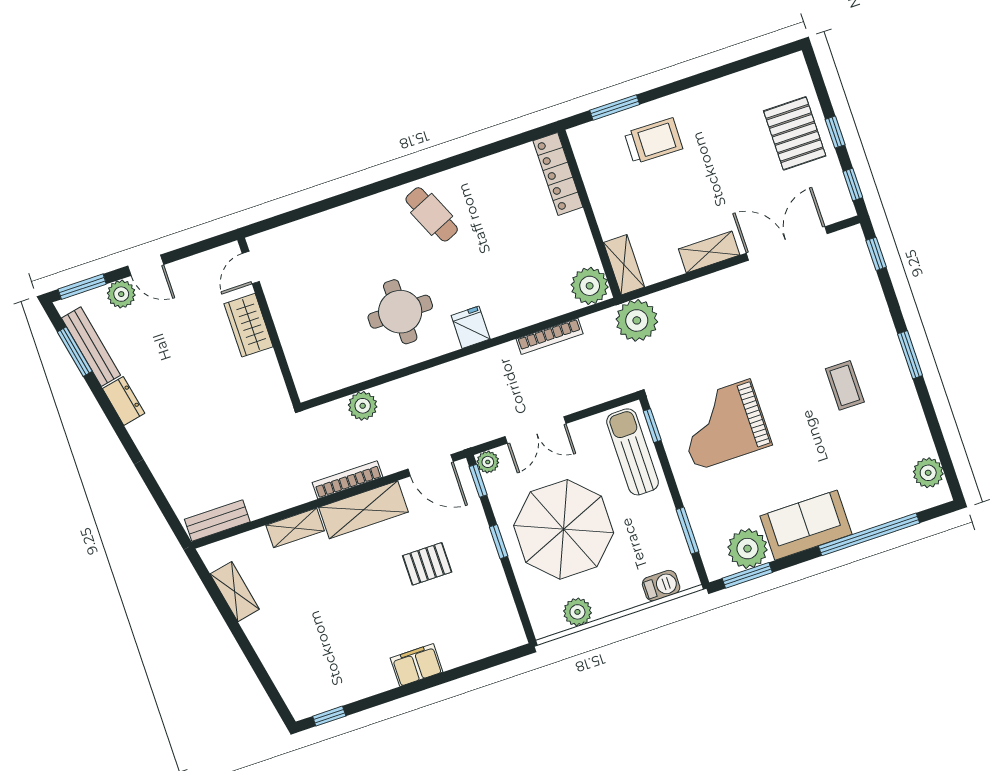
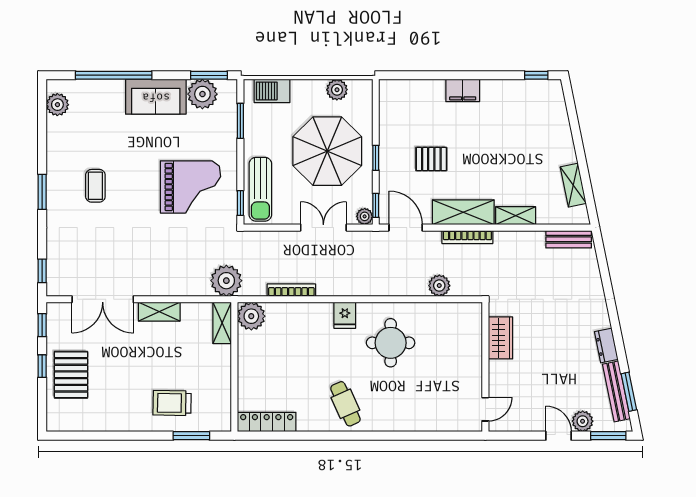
locker: (558, 174) -> (267, 422), moved, turned -90
wardrobe: (248, 325) -> (500, 338), moved
barbecue: (661, 586) -> (272, 91), width x1.38, depth x1.27

